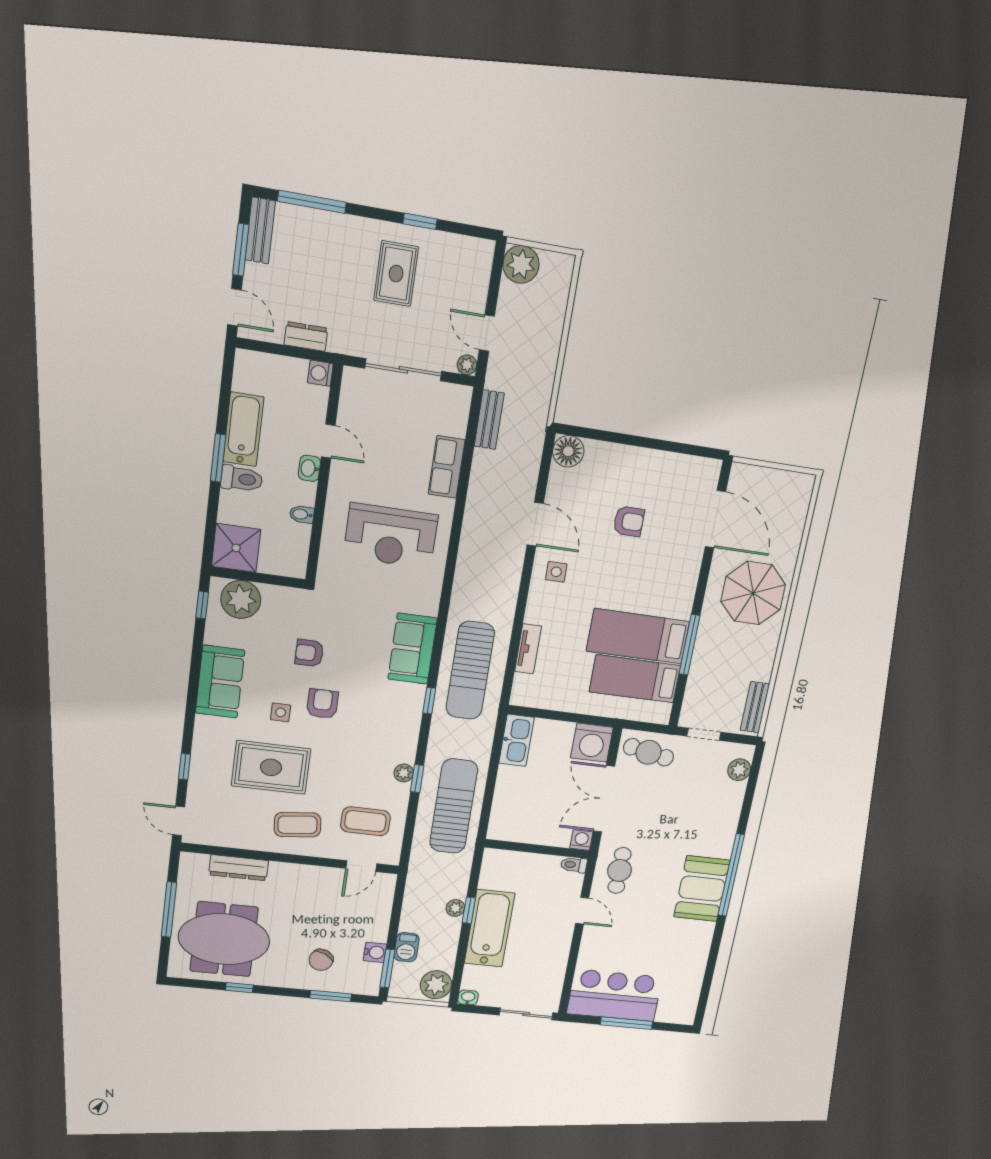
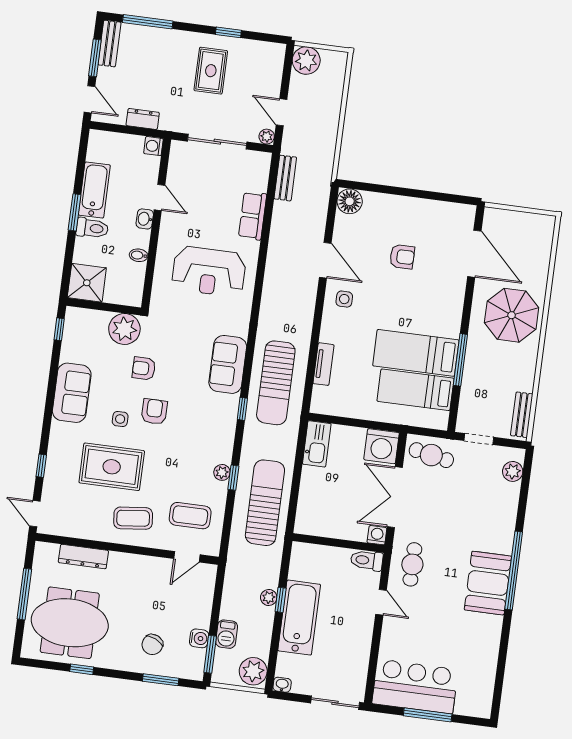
plant: (241, 599) -> (124, 329), moved
toilet: (574, 865) -> (367, 560), width x1.37, depth x1.39

